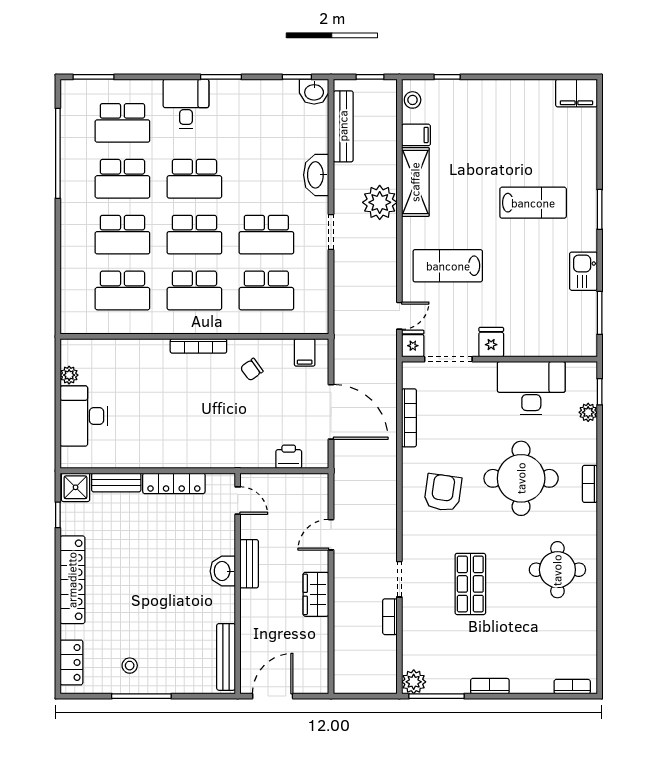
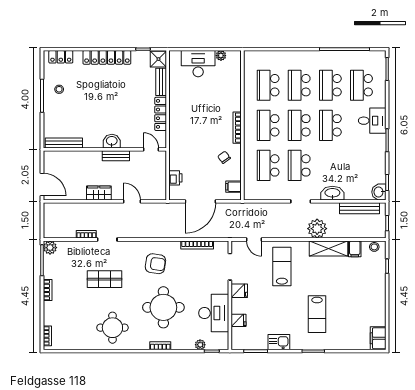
fridge: (413, 344) -> (238, 320), moved
door: (238, 500) -> (151, 149), swing flipped
door: (273, 696) -> (42, 185), moved

